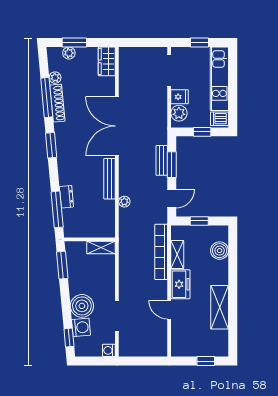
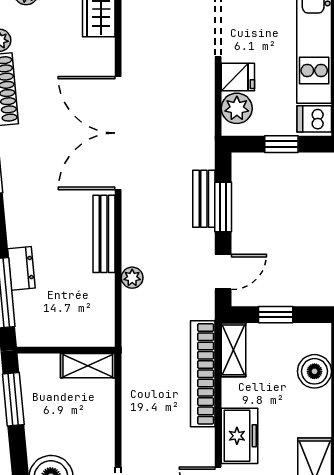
shelving: (177, 254) -> (234, 350), moved

